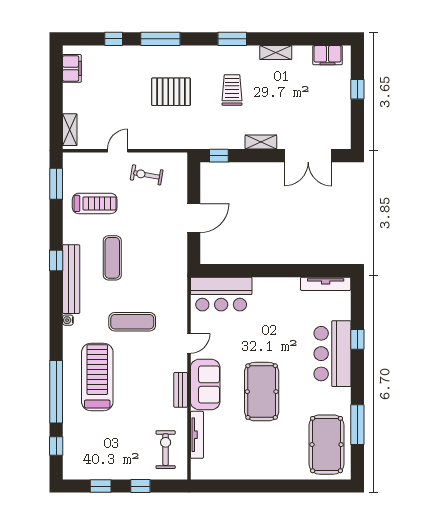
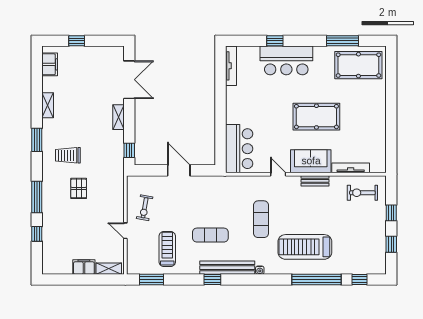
filing cabinet: (72, 68) -> (84, 267), moved
trolley: (232, 90) -> (68, 155), moved
pallet: (171, 92) -> (79, 188), width x0.67, depth x0.71

